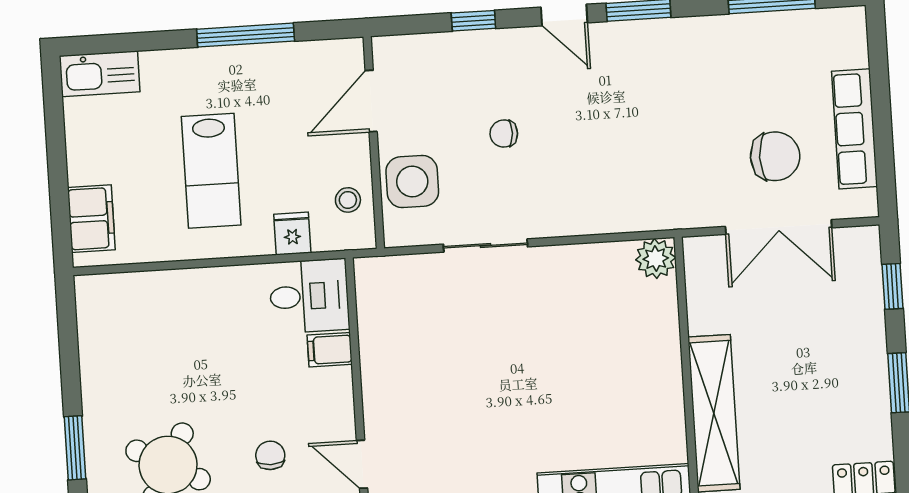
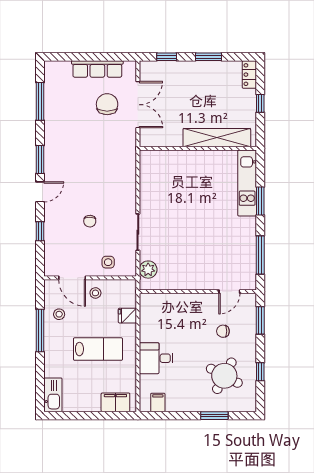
stool: (286, 76) -> (59, 314), added
side table: (412, 182) -> (108, 262), width x0.54, depth x0.54
stool: (348, 200) -> (95, 293), moved
plant: (656, 259) -> (148, 270), moved
desk: (309, 296) -> (156, 358), moved, turned -90
filing cabinet: (330, 350) -> (158, 402), moved, turned 180

